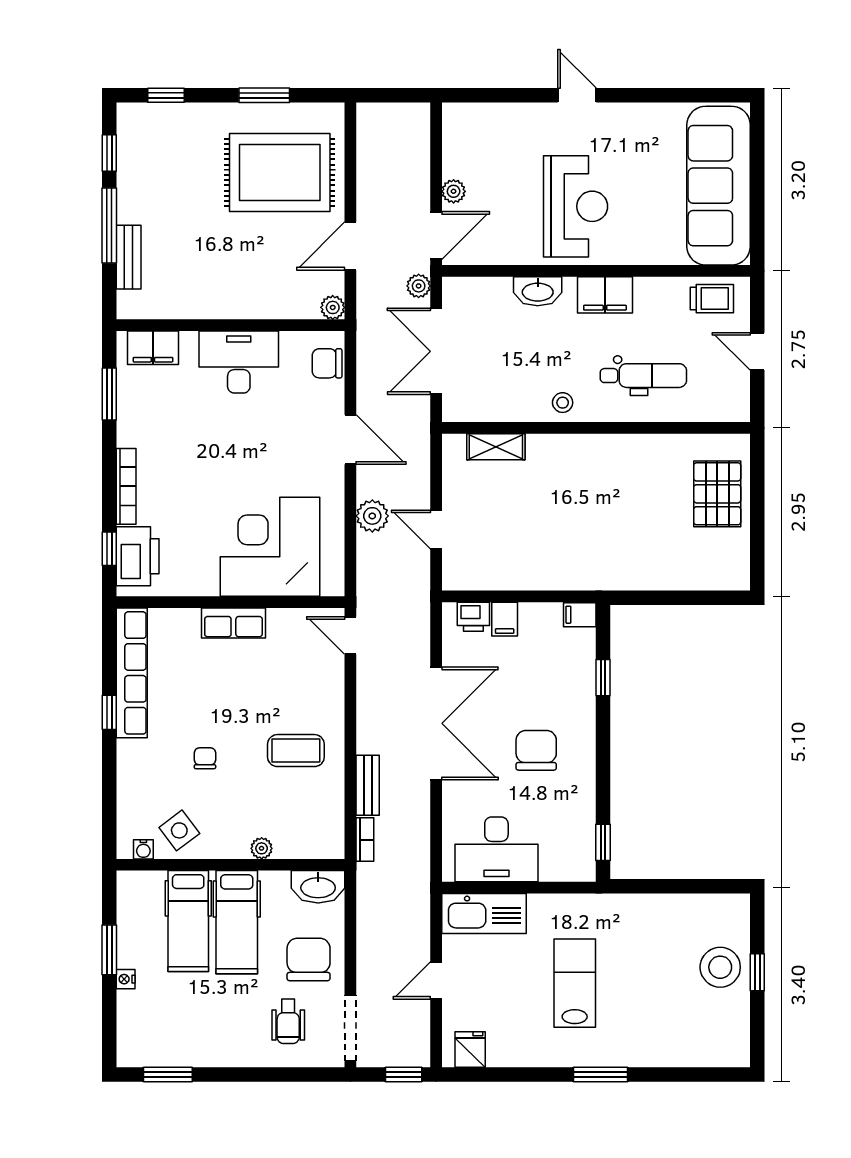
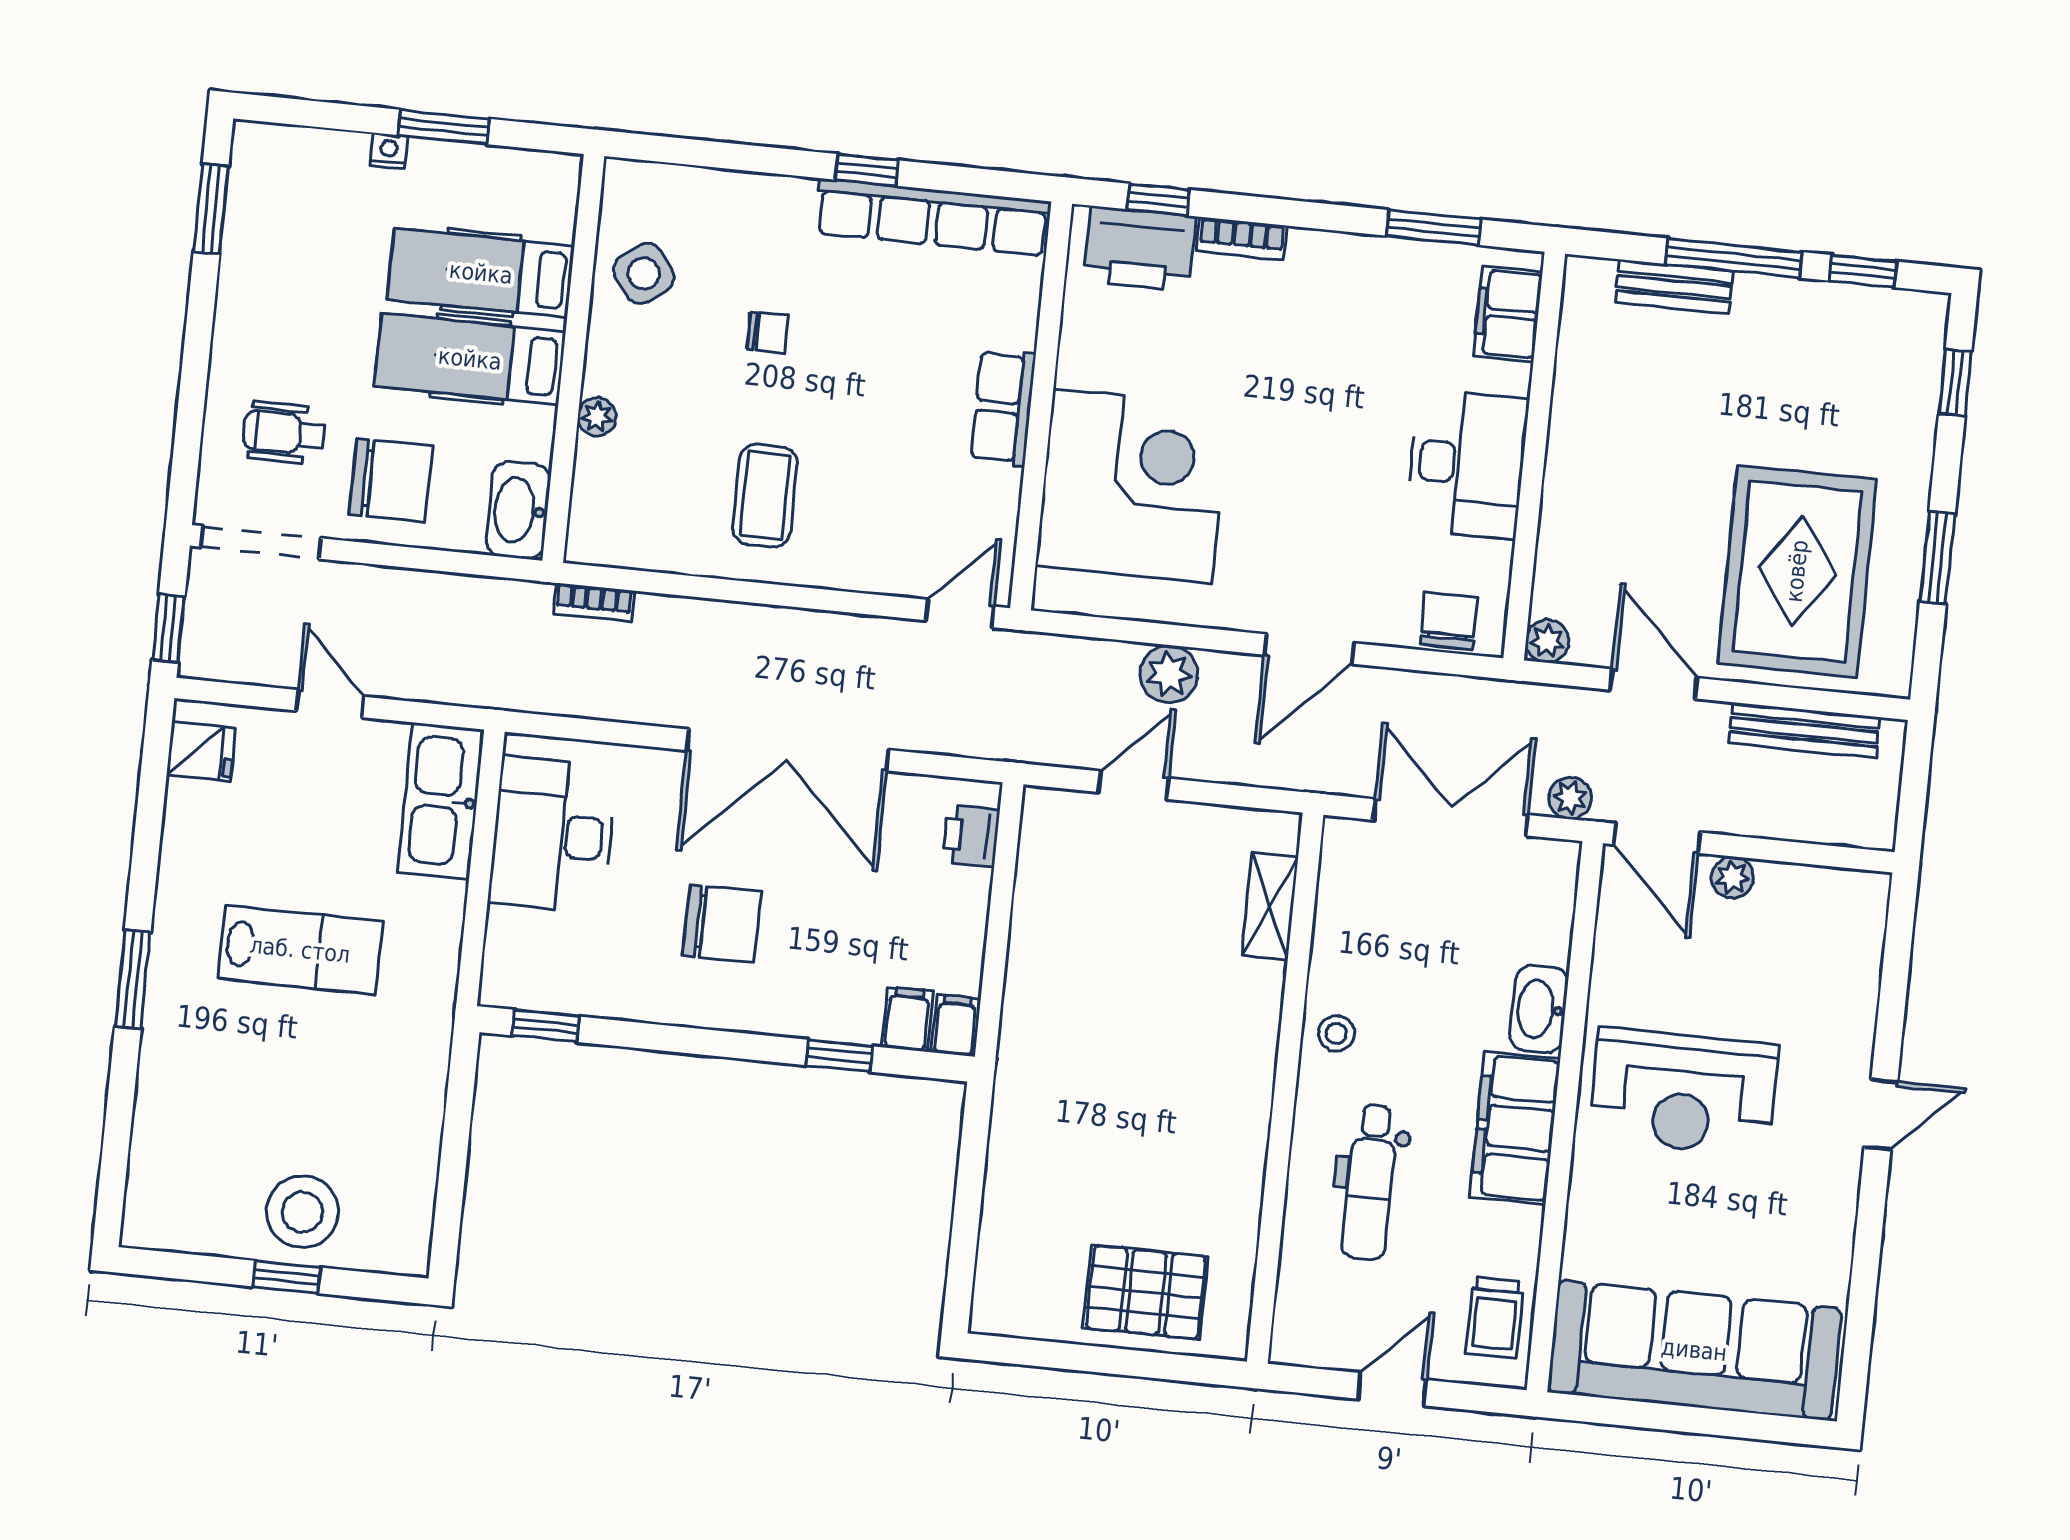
filing cabinet: (605, 295) -> (1515, 1128), width x1.50, depth x1.17
bookcase: (126, 486) -> (1242, 238), width x0.64
filing cabinet: (505, 619) -> (907, 1019), moved, turned 90
bench: (368, 785) -> (1804, 730), moved, width x1.36
water cooler: (143, 849) -> (617, 206), removed

